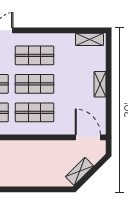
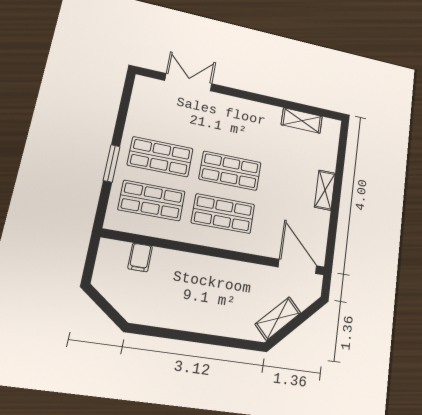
shelving: (89, 39) -> (302, 121), moved
shop shelf: (35, 55) -> (237, 129), removed

